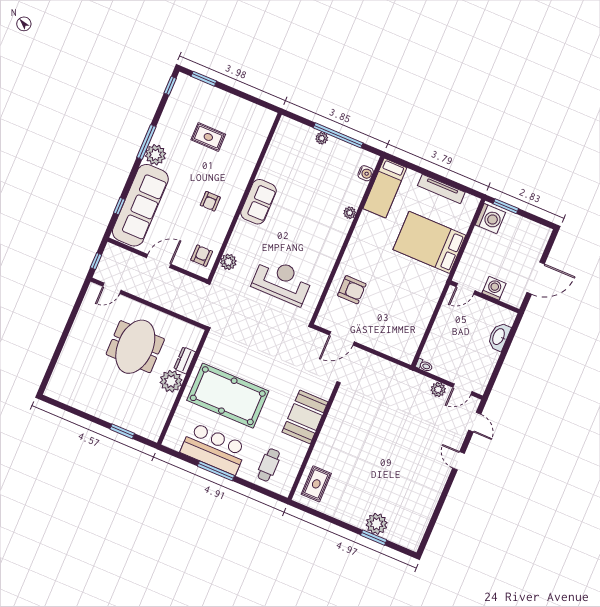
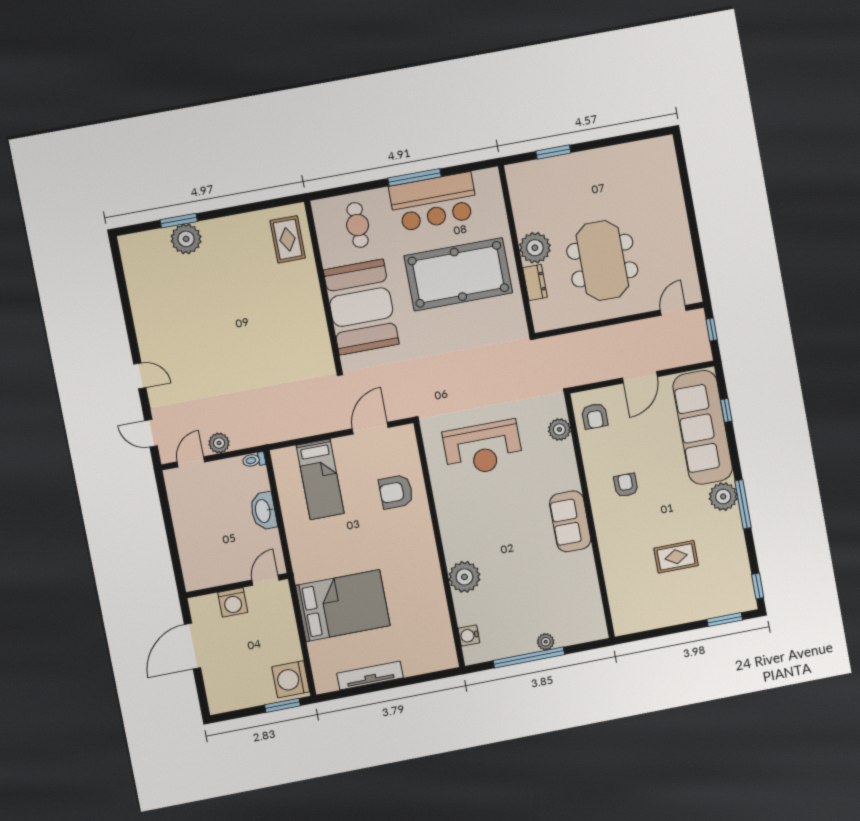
bed: (385, 188) -> (320, 479), moved, turned 180
plant: (350, 213) -> (464, 577), width x1.87, depth x1.87
washbasin: (499, 337) -> (263, 511), moved, turned 180
booth: (305, 417) -> (361, 307), width x1.36, depth x1.42

